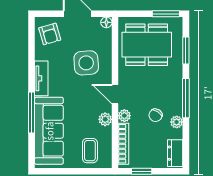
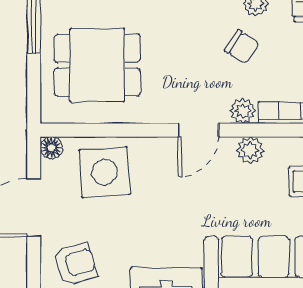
dining table: (147, 45) -> (97, 65), width x0.73
side table: (86, 63) -> (105, 172), moved

